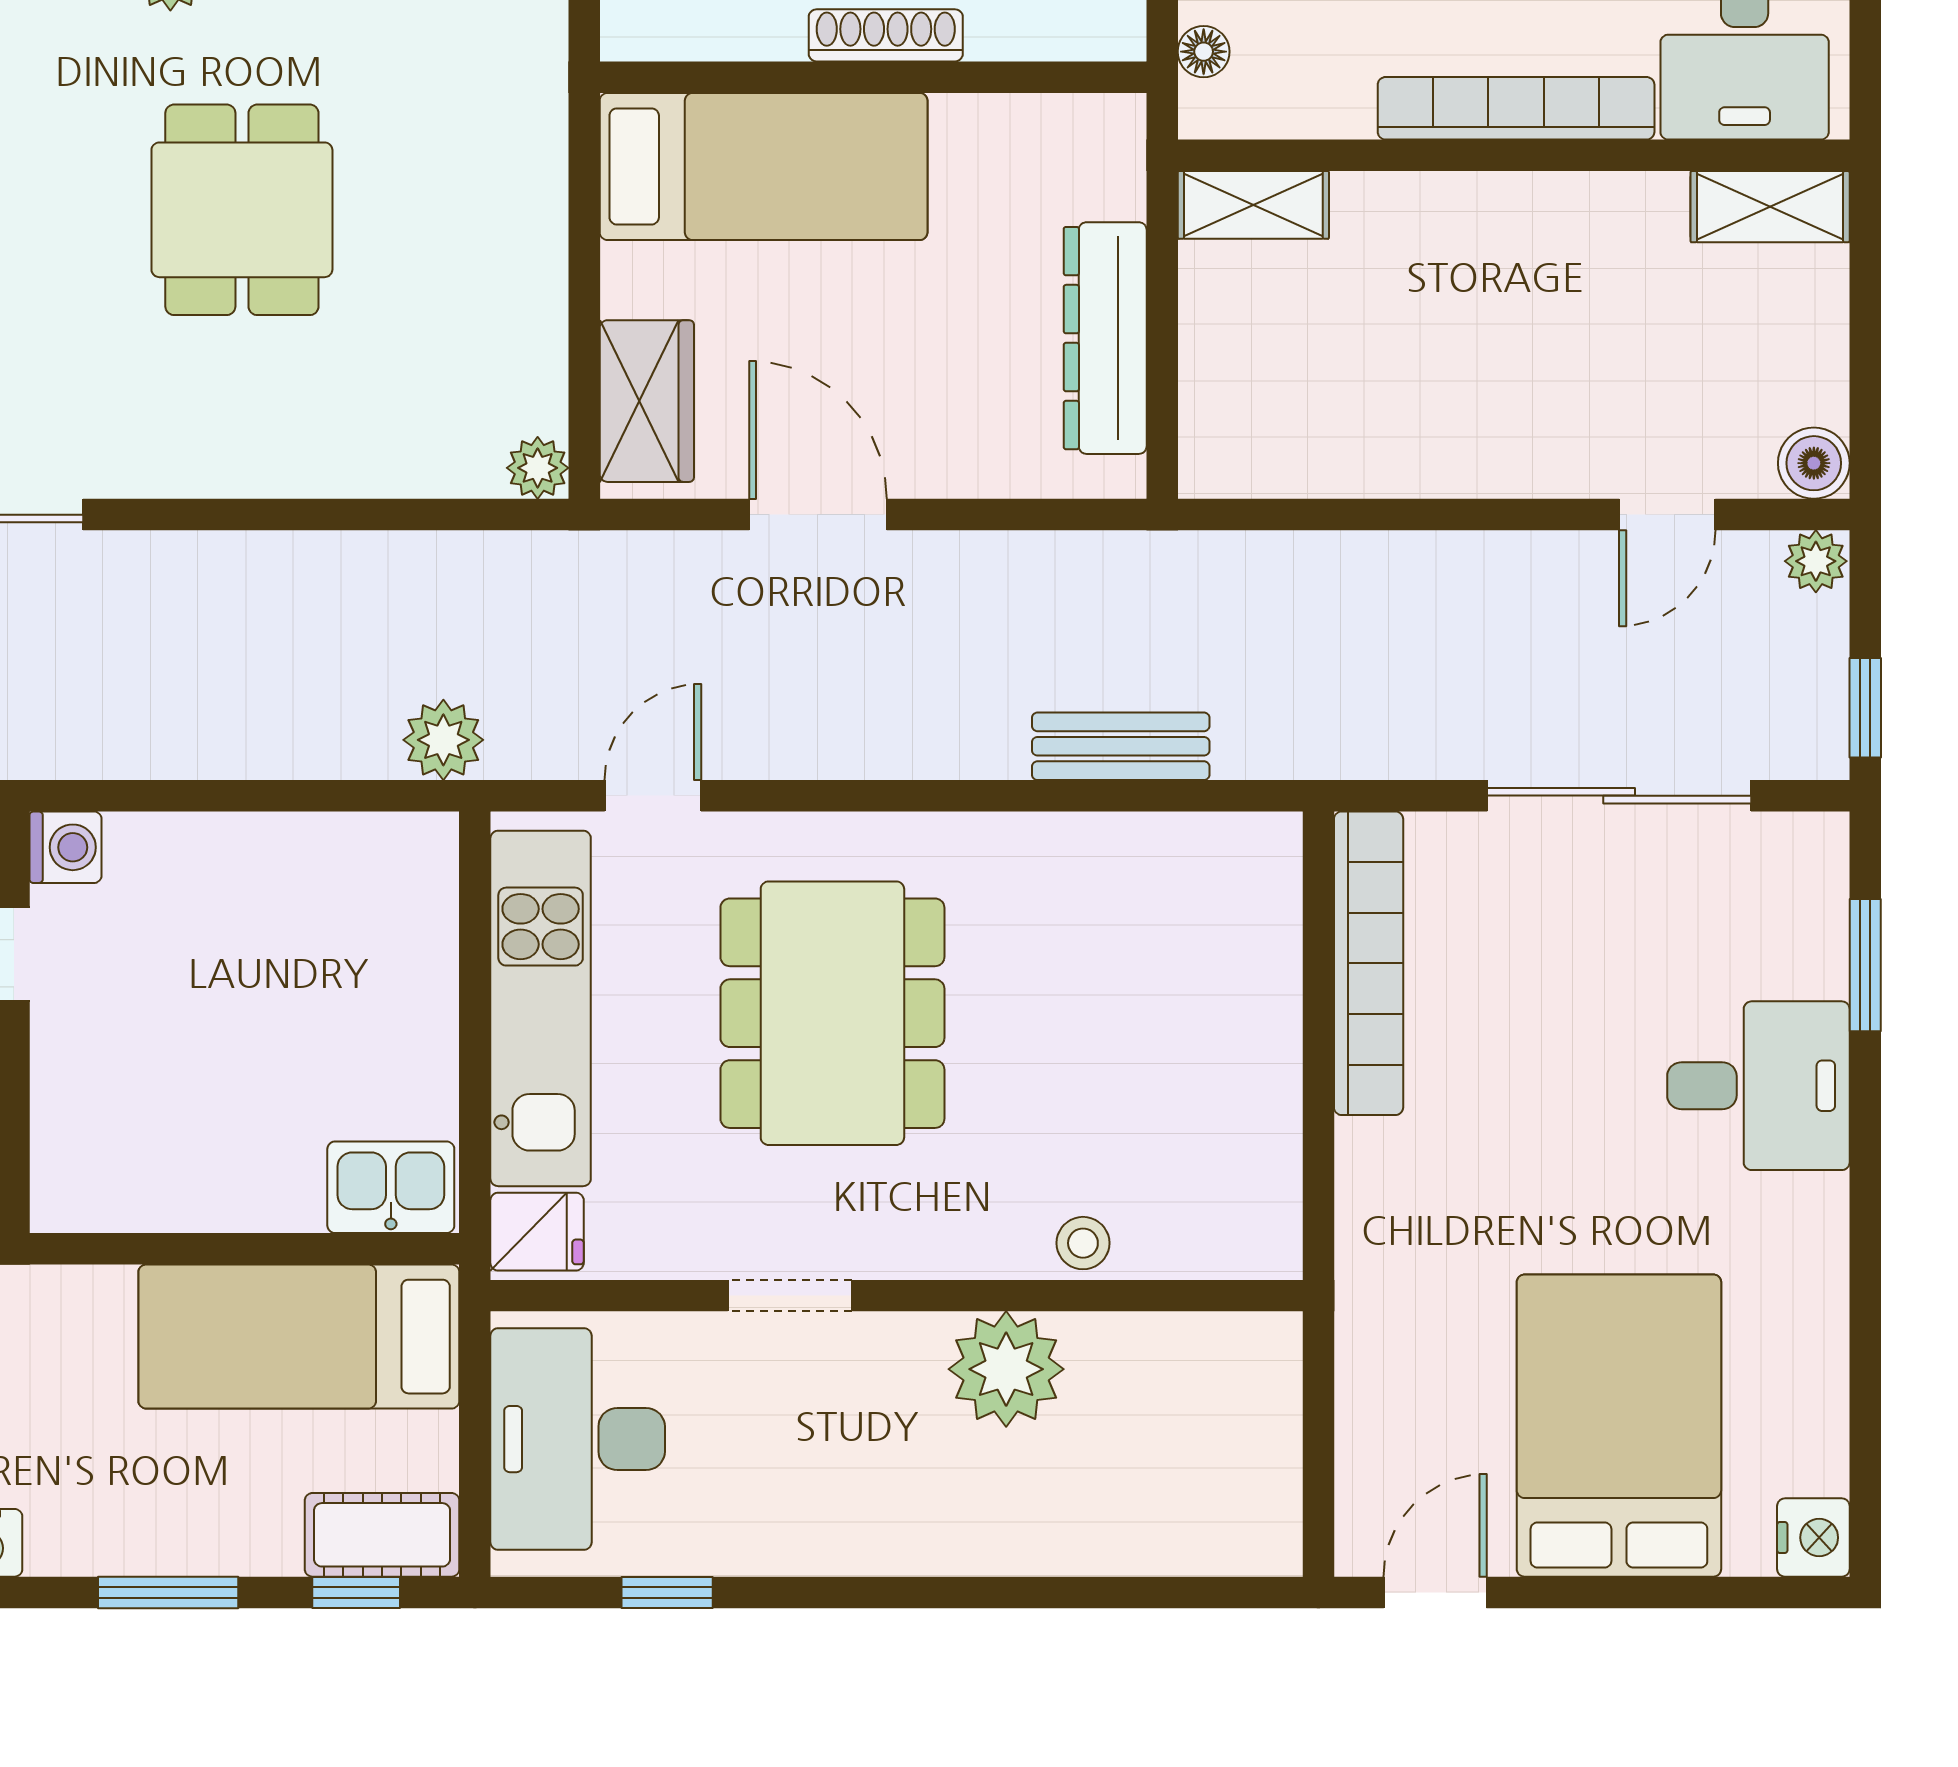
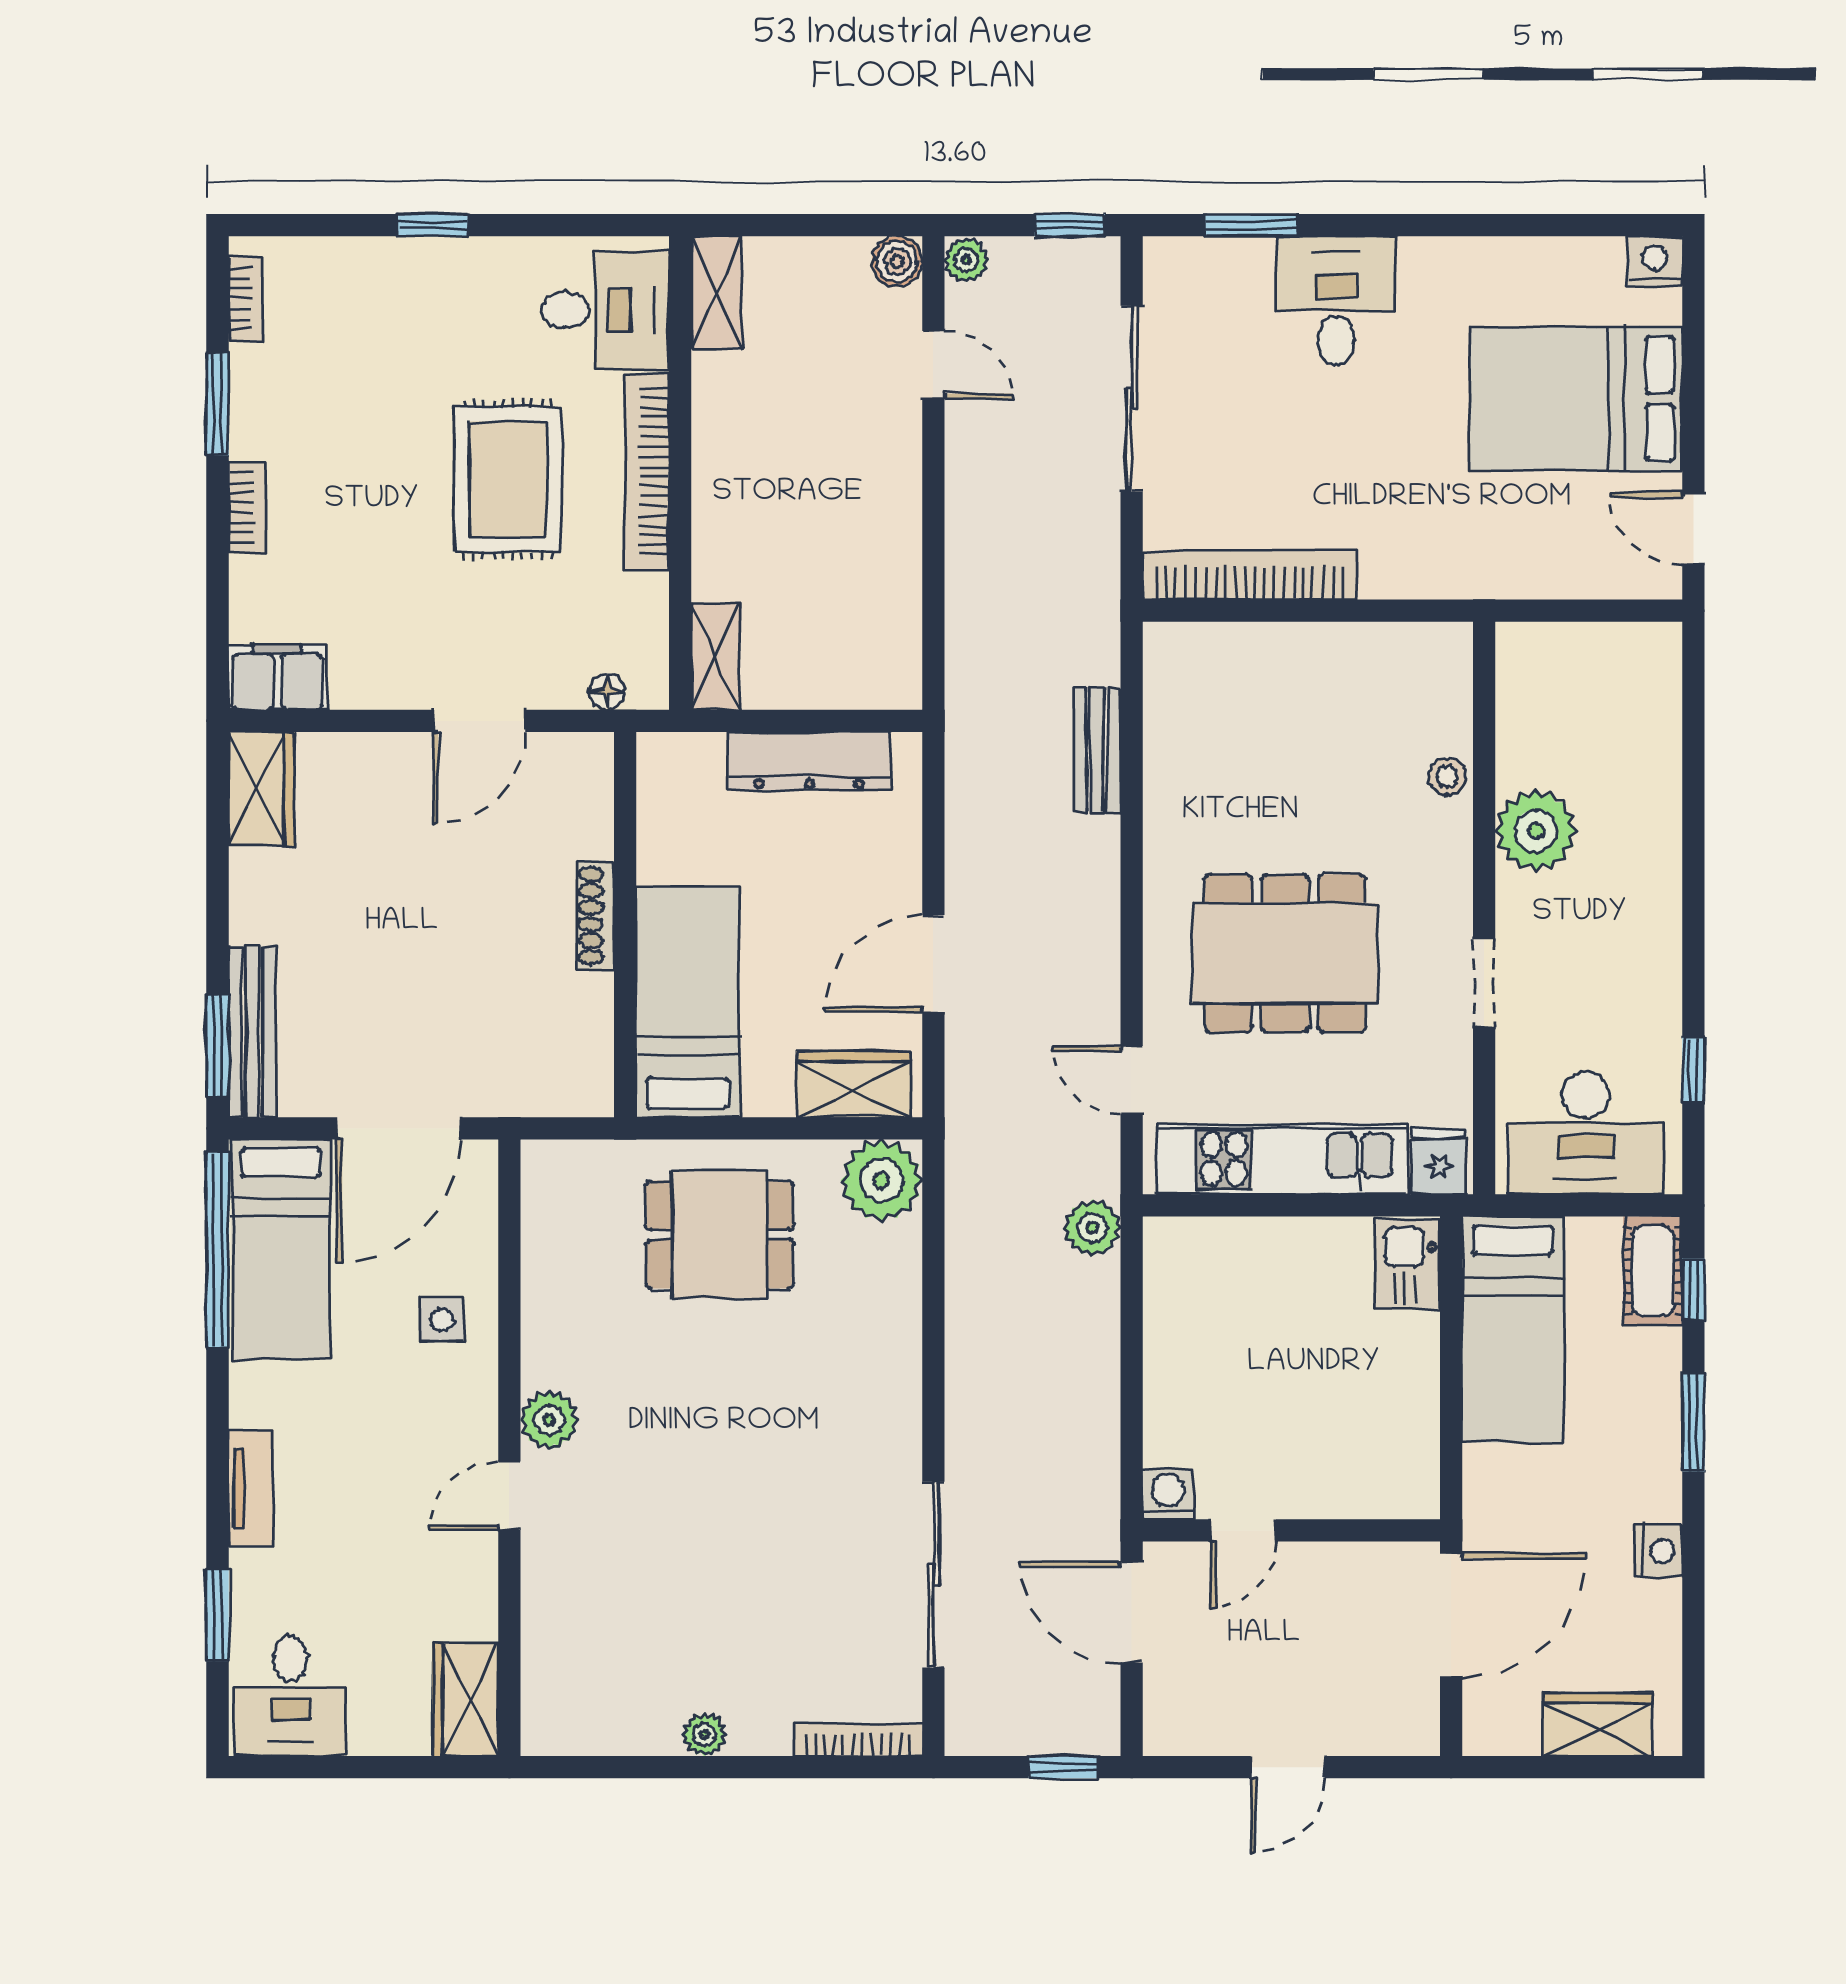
dining table: (242, 210) -> (720, 1235), moved
plant: (538, 468) -> (881, 1180), width x1.88, depth x1.88

